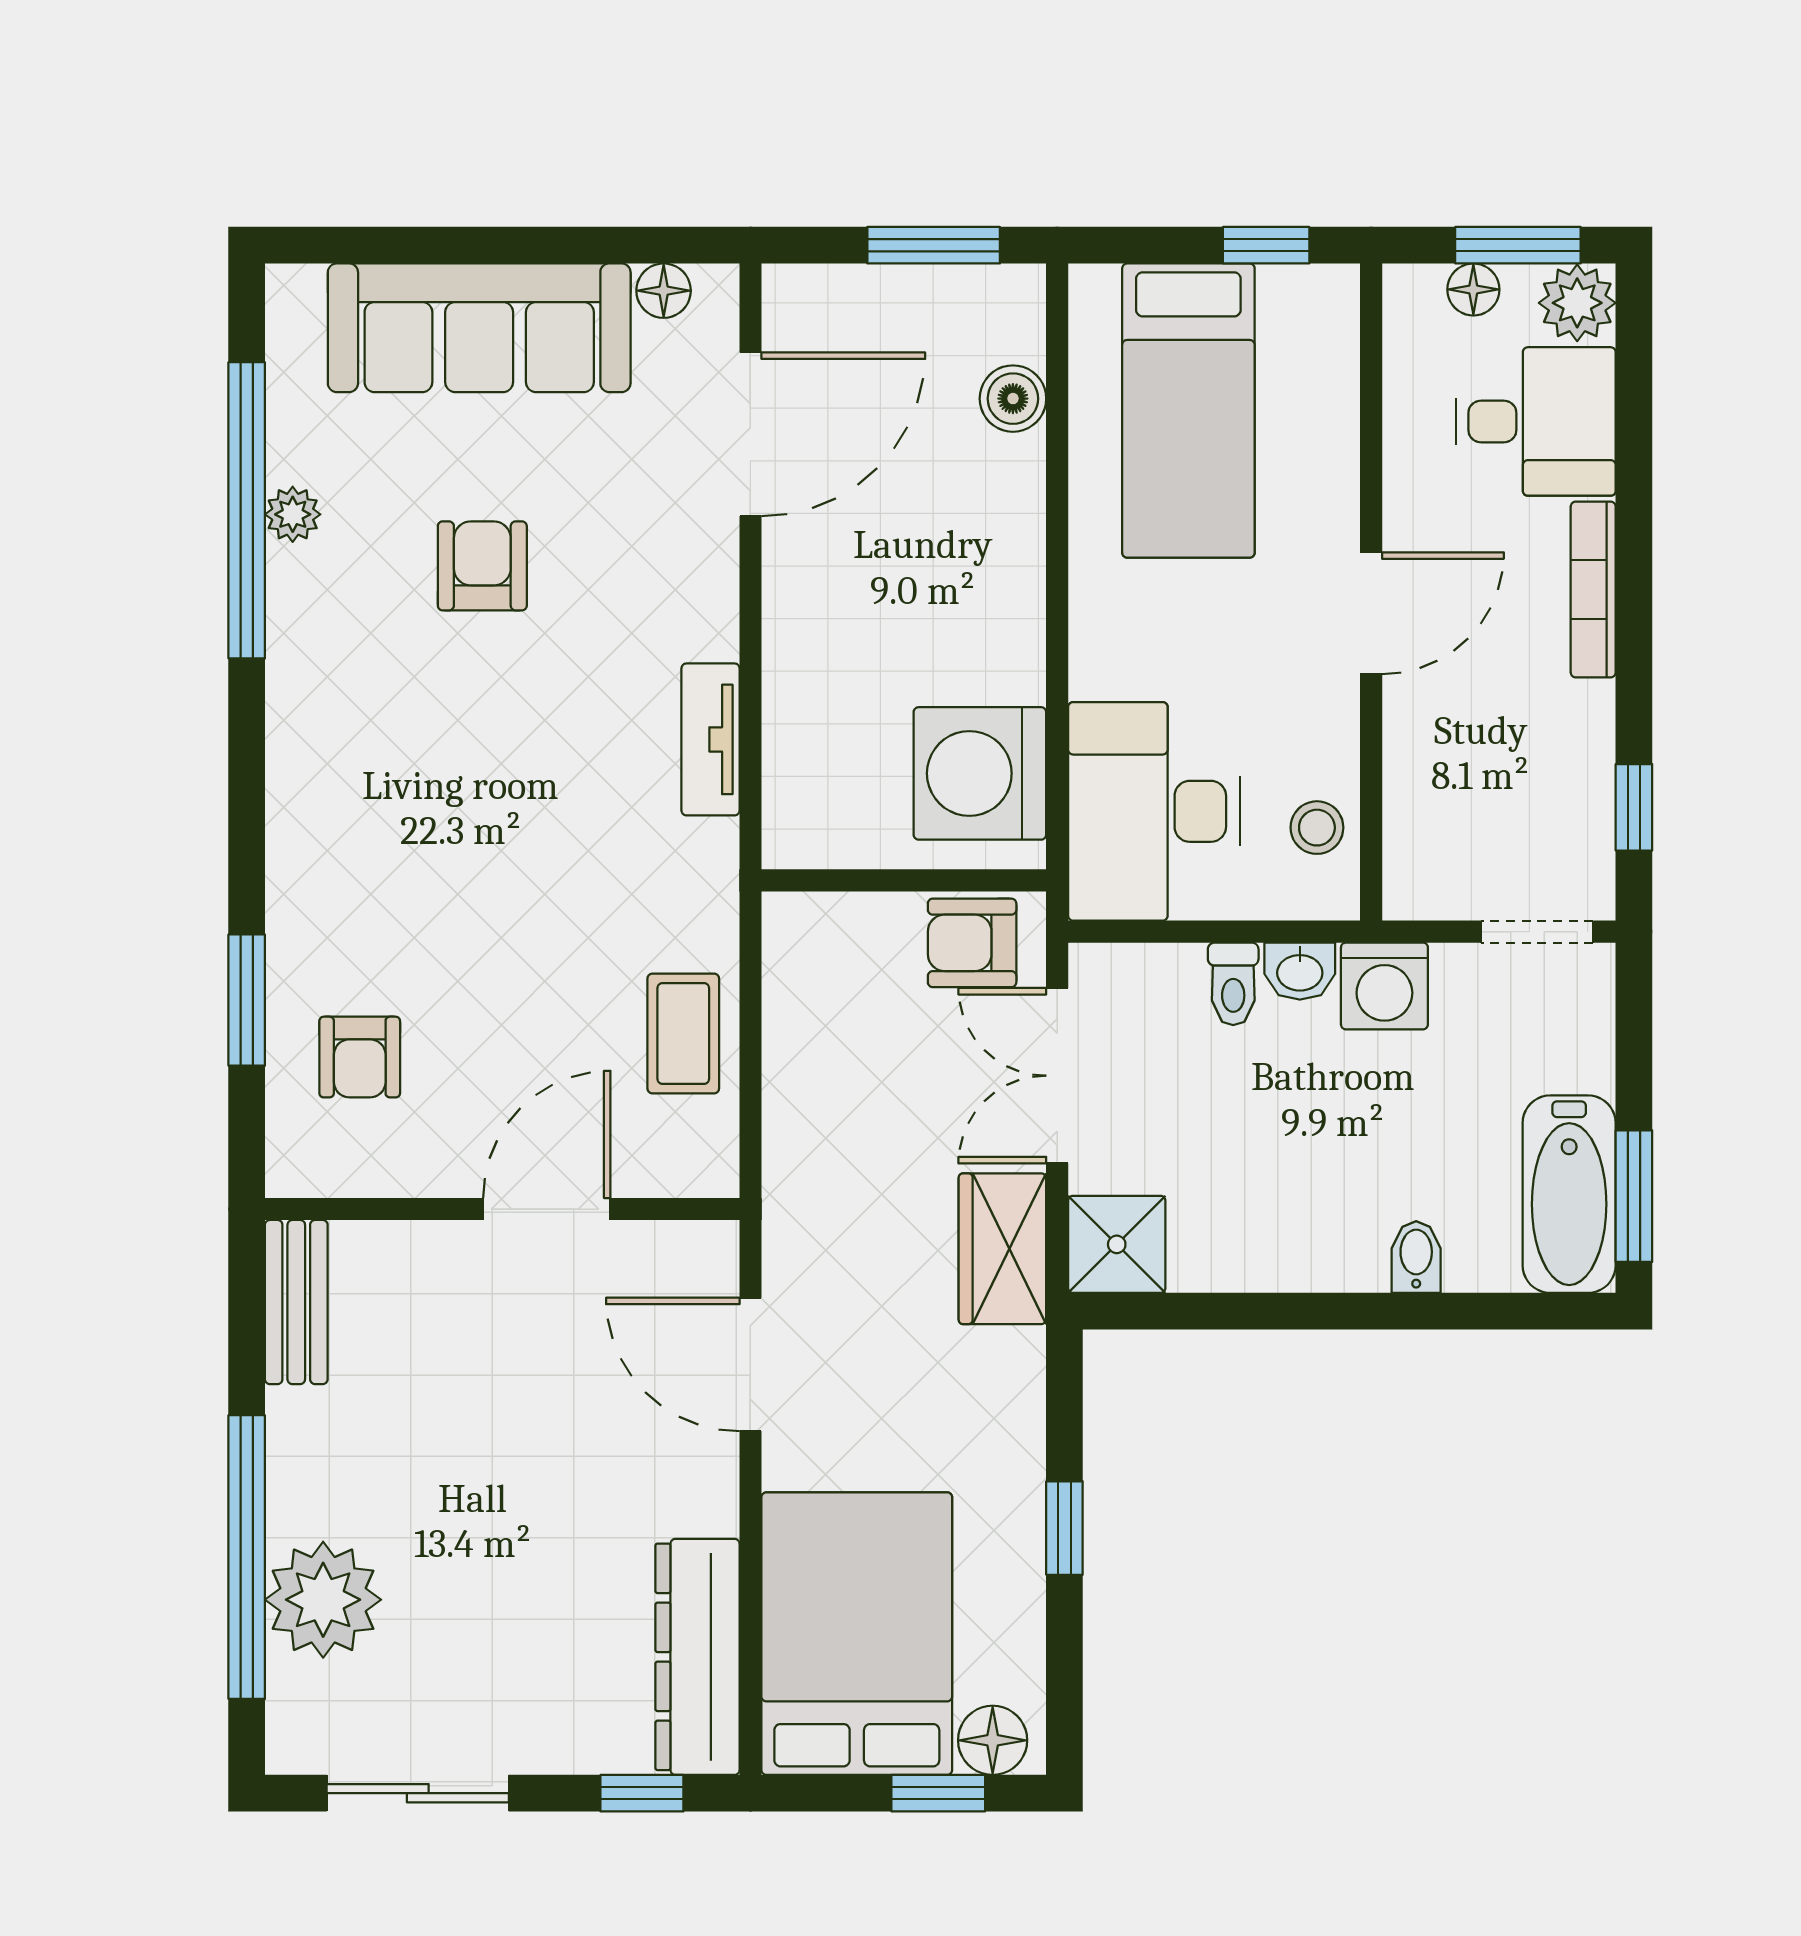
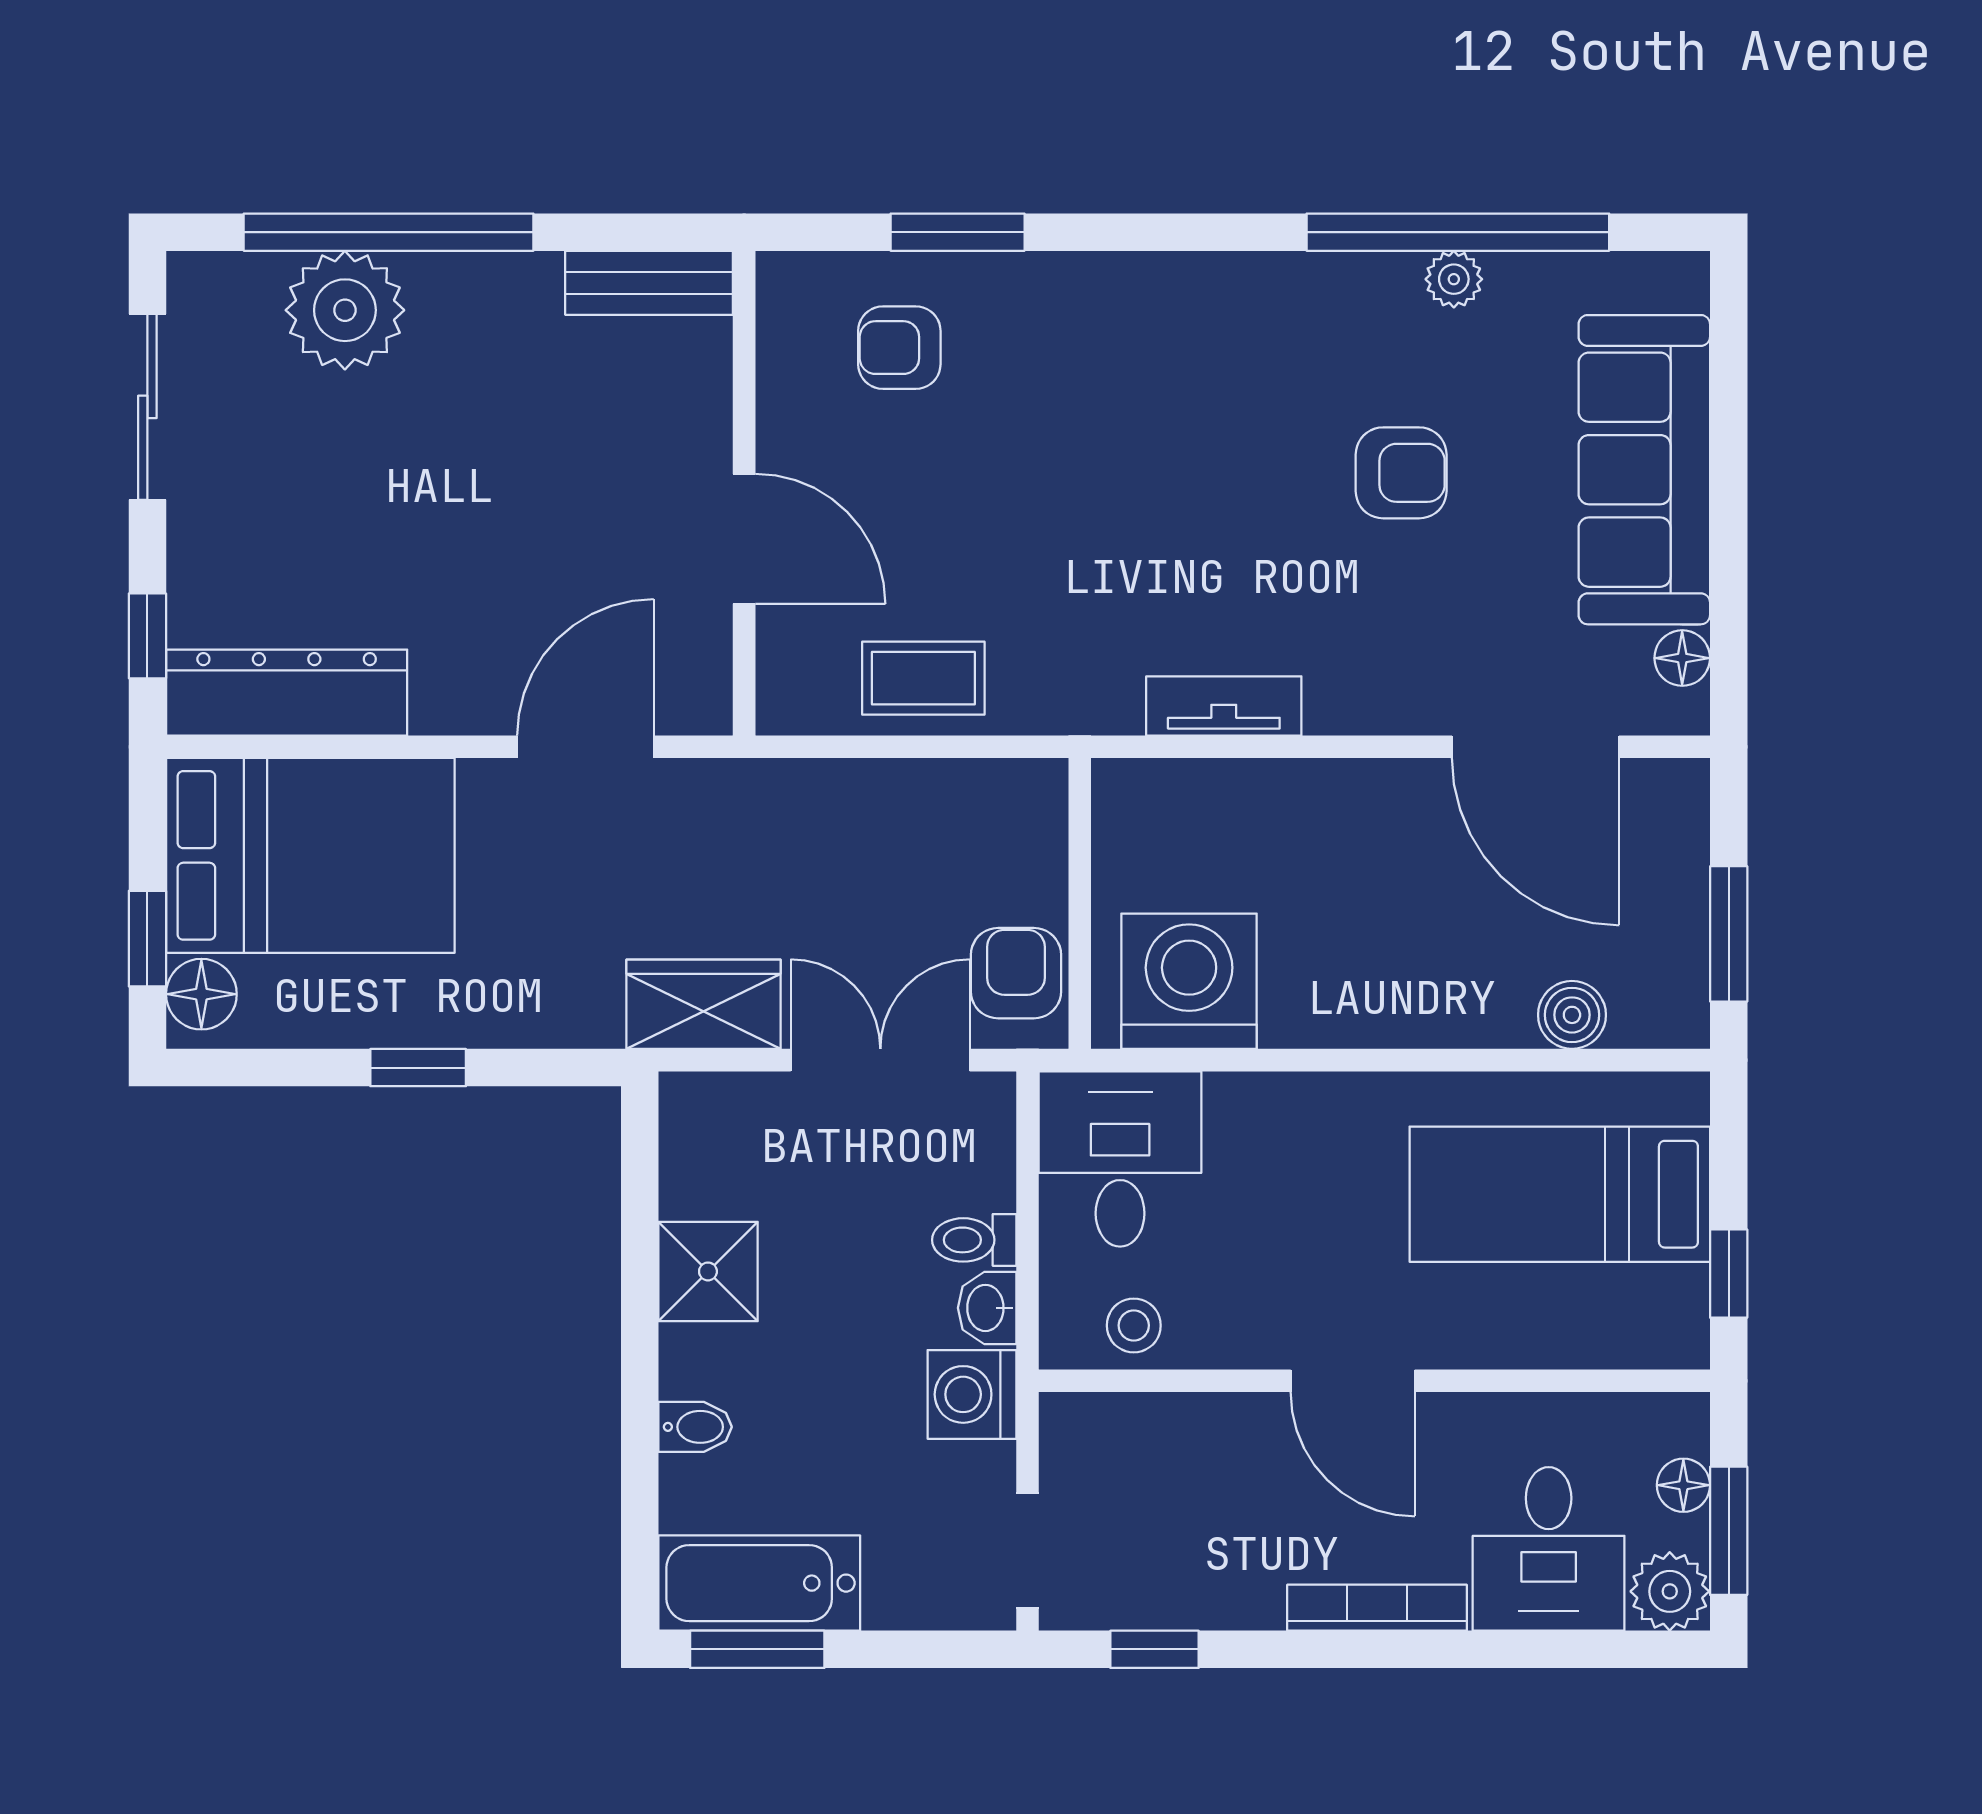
desk: (1154, 811) -> (1120, 1159), width x0.73
shower: (1117, 1244) -> (708, 1271), moved

